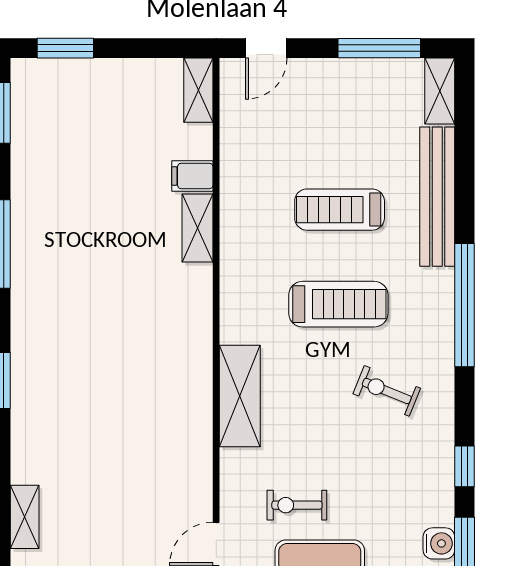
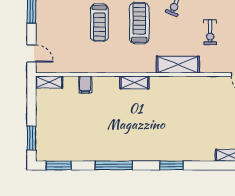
shelving: (198, 228) -> (134, 82), moved
exercise bike: (297, 505) -> (210, 32), moved

